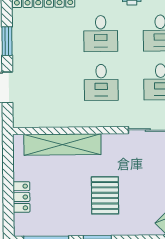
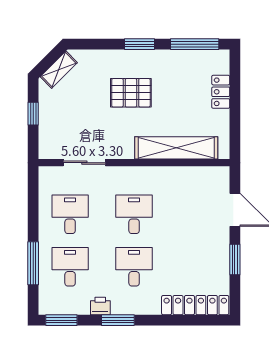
pallet: (105, 195) -> (131, 93), turned 90

